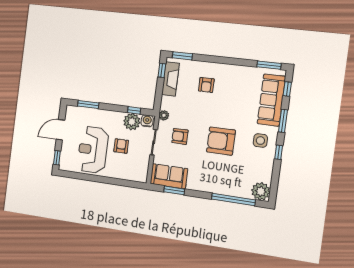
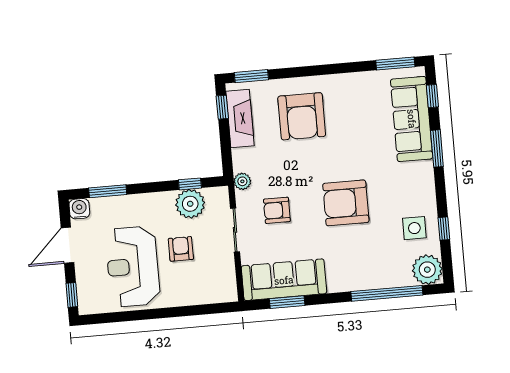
armchair: (206, 85) -> (302, 116), width x1.88, depth x1.88
water cooler: (147, 121) -> (79, 209), moved
side table: (260, 141) -> (414, 228), moved
window: (279, 152) -> (444, 229), moved
sofa: (169, 176) -> (284, 280), width x1.36

